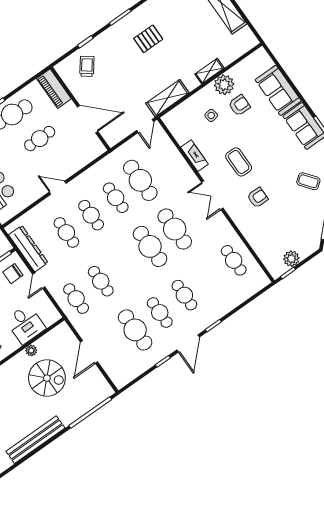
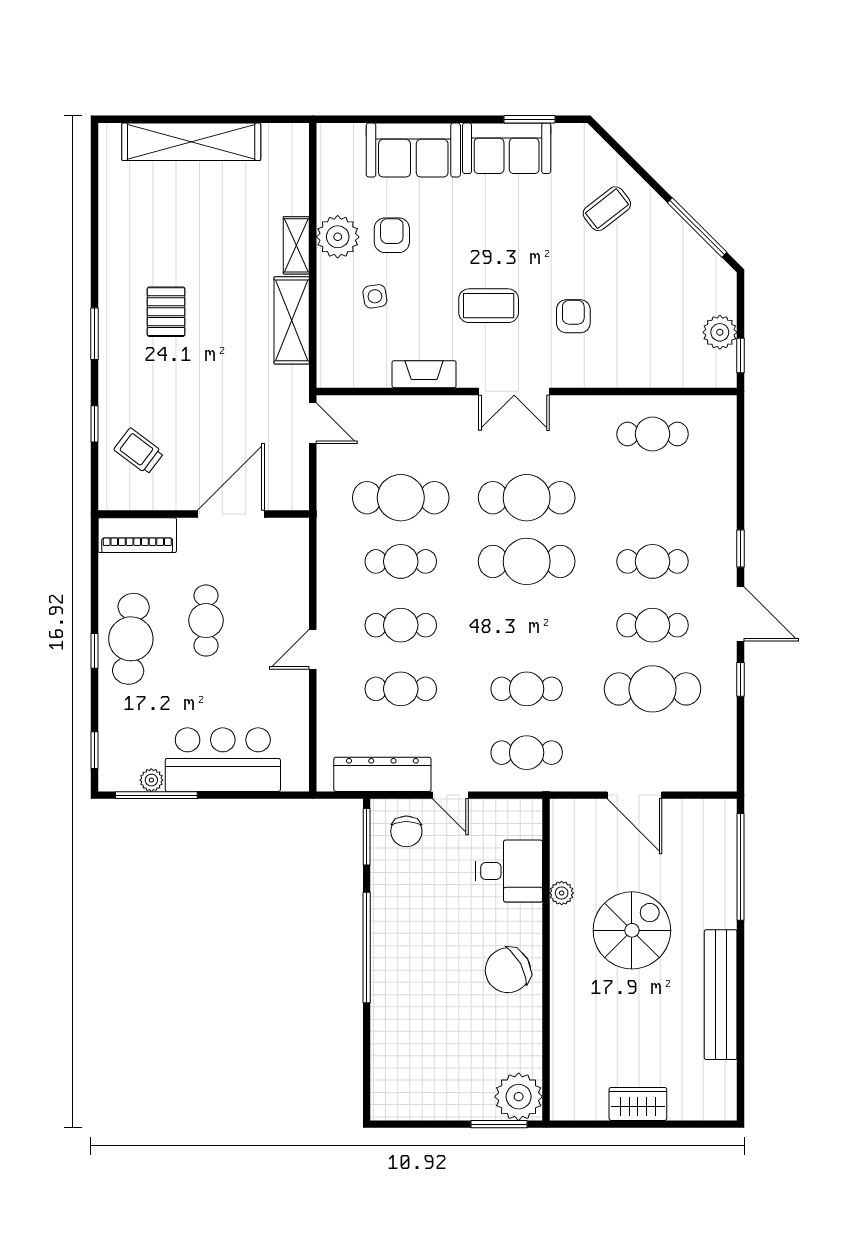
shelving: (167, 98) -> (292, 320), moved
spiral stairs: (47, 378) -> (632, 930), moved

